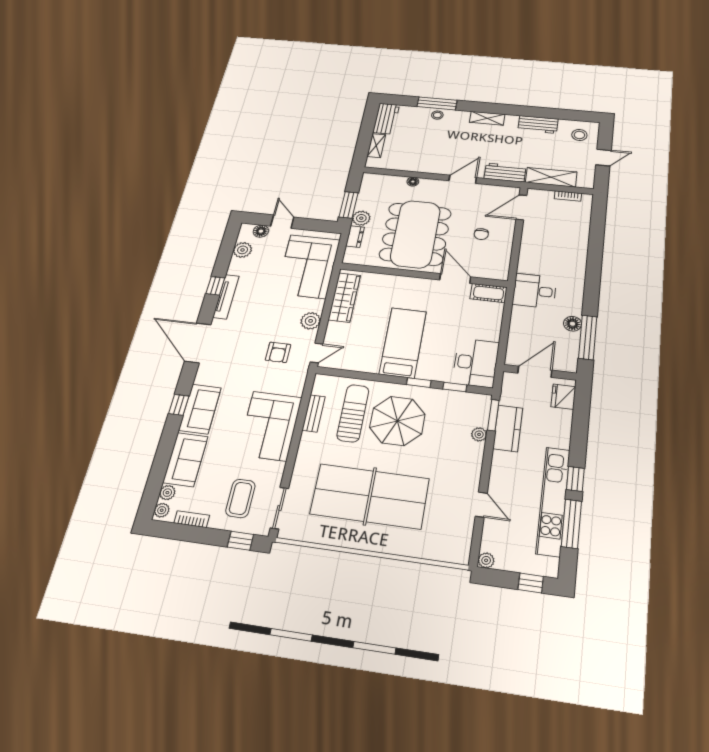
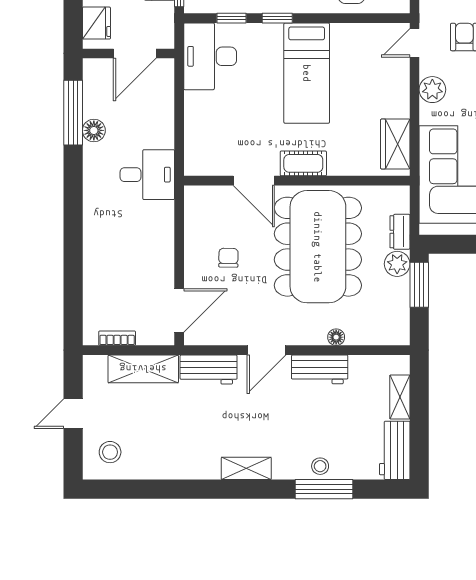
workbench: (538, 124) -> (320, 369), moved, turned 180
cot: (489, 293) -> (303, 163), moved
wardrobe: (344, 297) -> (395, 144), width x0.67

